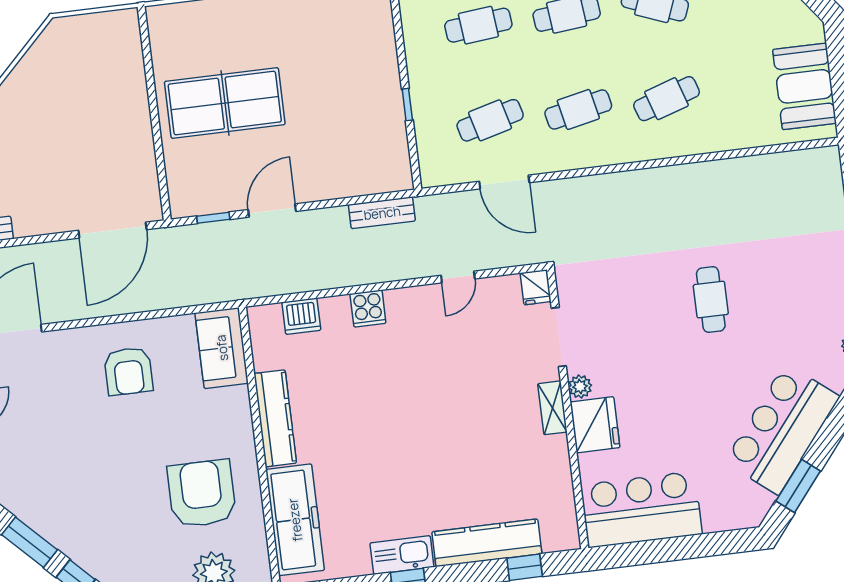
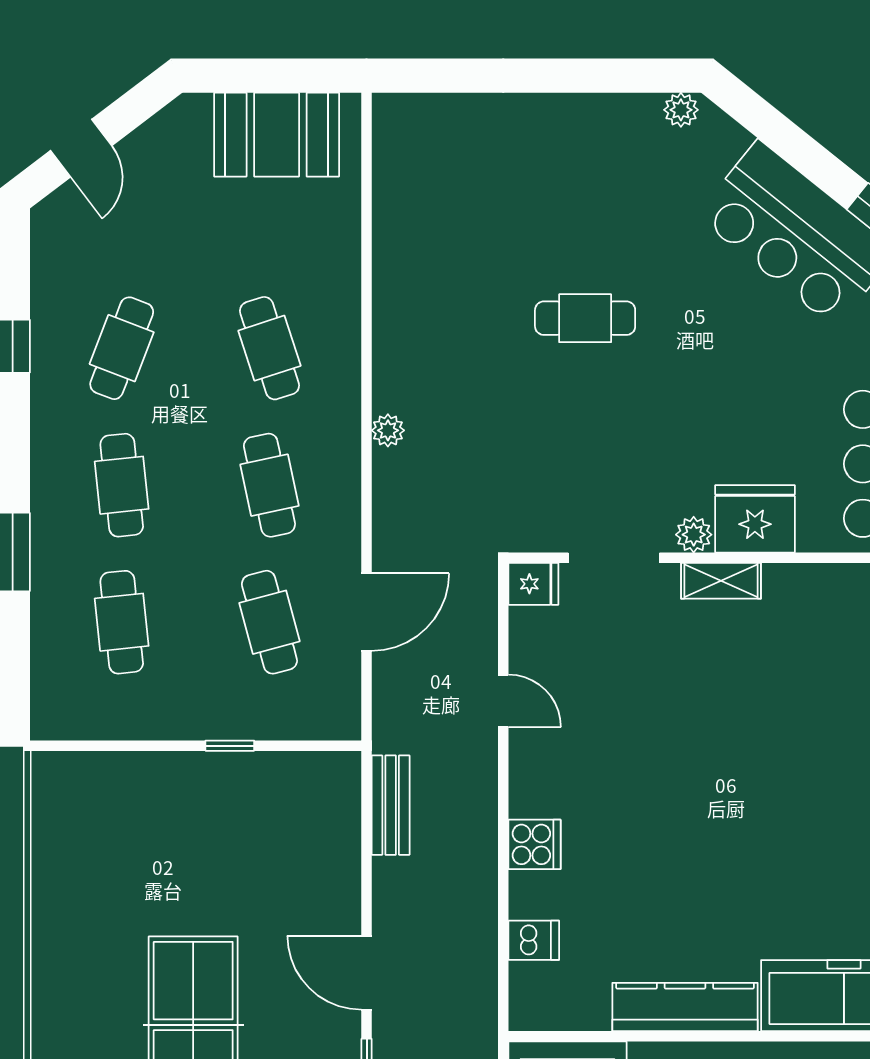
plant: (623, 181) -> (388, 430), added
dishwasher: (301, 316) -> (534, 940), width x0.73

